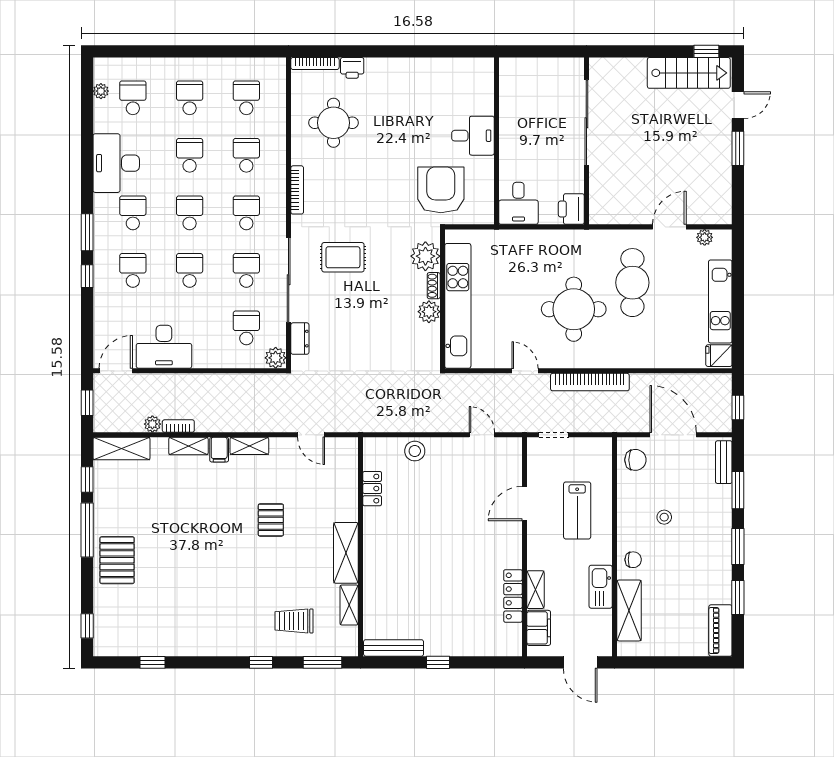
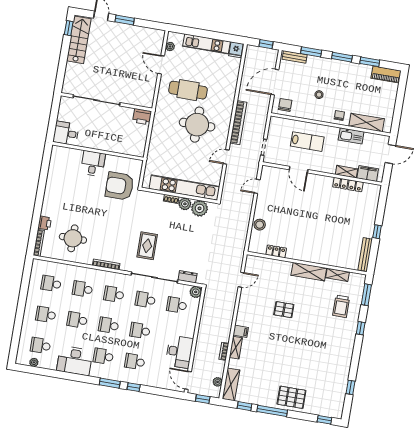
desk: (518, 203) -> (66, 133), moved, turned 180
plant: (425, 256) -> (200, 208), moved
plant: (152, 424) -> (218, 382), moved
shelving: (249, 446) -> (241, 314), removed

